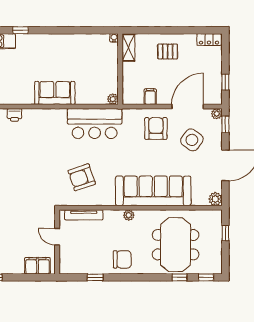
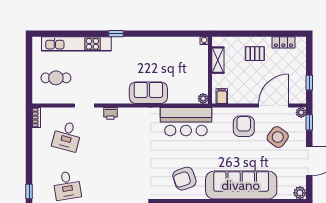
locker: (209, 40) -> (283, 42), moved
shelving: (128, 47) -> (218, 60), moved
filing cabinet: (150, 97) -> (222, 96), moved
armchair: (82, 177) -> (184, 179), moved

